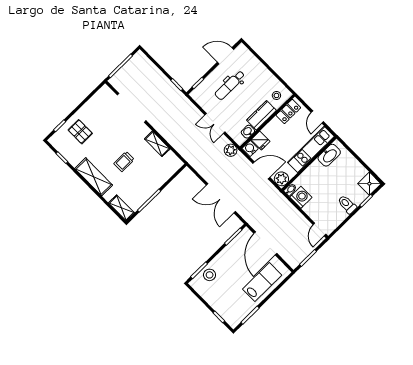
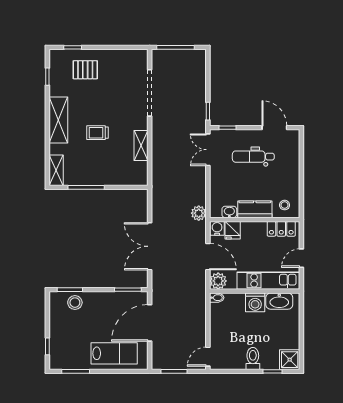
double door: (215, 123) -> (208, 150), moved
pallet: (80, 132) -> (85, 70), turned 90
washing machine: (301, 197) -> (255, 302), moved, turned 90

